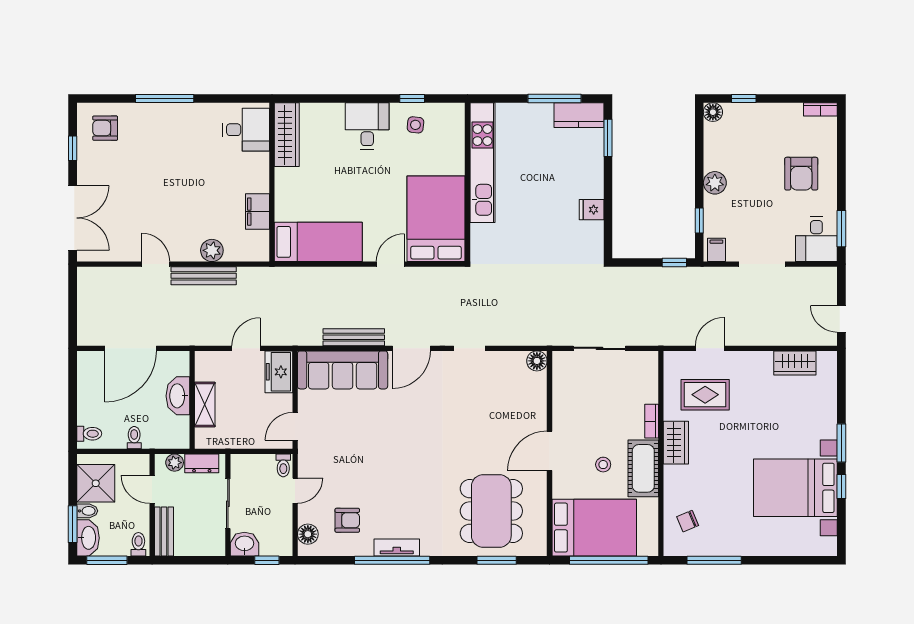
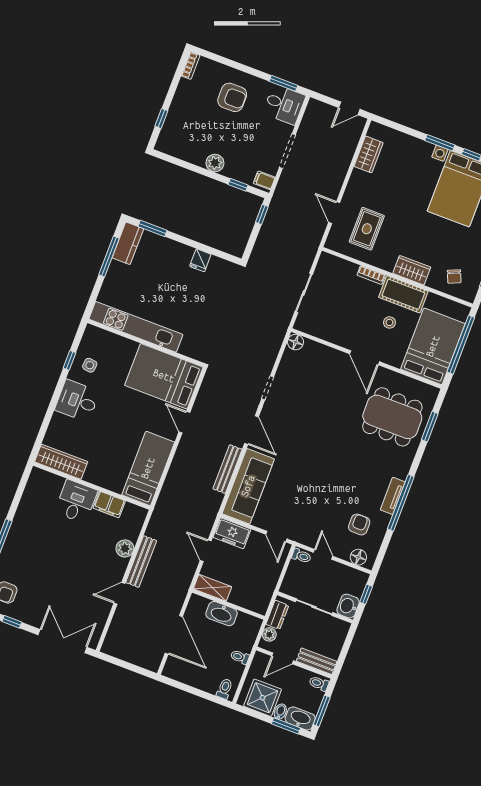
floor lamp: (713, 112) -> (163, 145), removed
desk: (246, 130) -> (76, 501), moved
shelving: (205, 404) -> (213, 588), moved
wardrobe: (676, 443) -> (412, 270), moved

